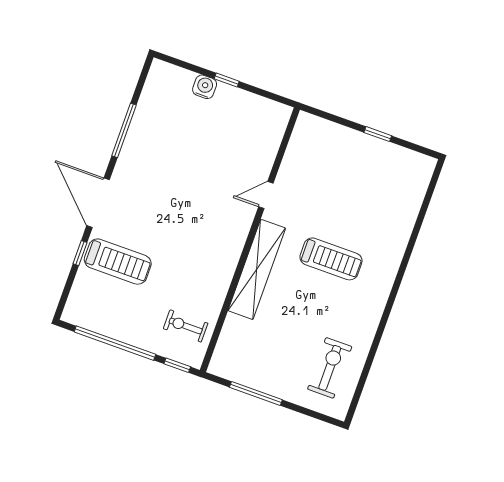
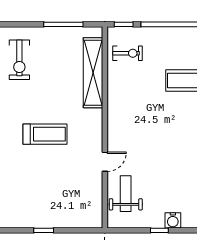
weight bench: (253, 144) -> (126, 194), added
treadmill: (331, 259) -> (45, 134), turned 180
shelving: (257, 269) -> (93, 73), moved

